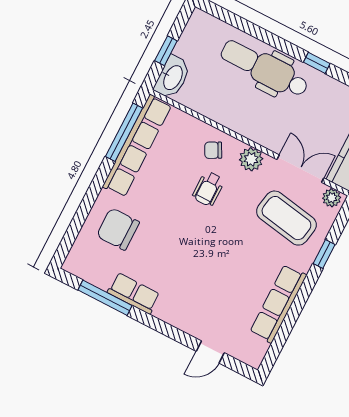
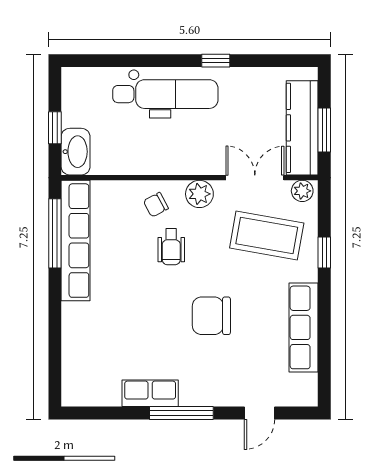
dental chair: (265, 69) -> (165, 94), turned 180
chair: (118, 229) -> (211, 316), moved
window: (105, 298) -> (181, 413), moved

